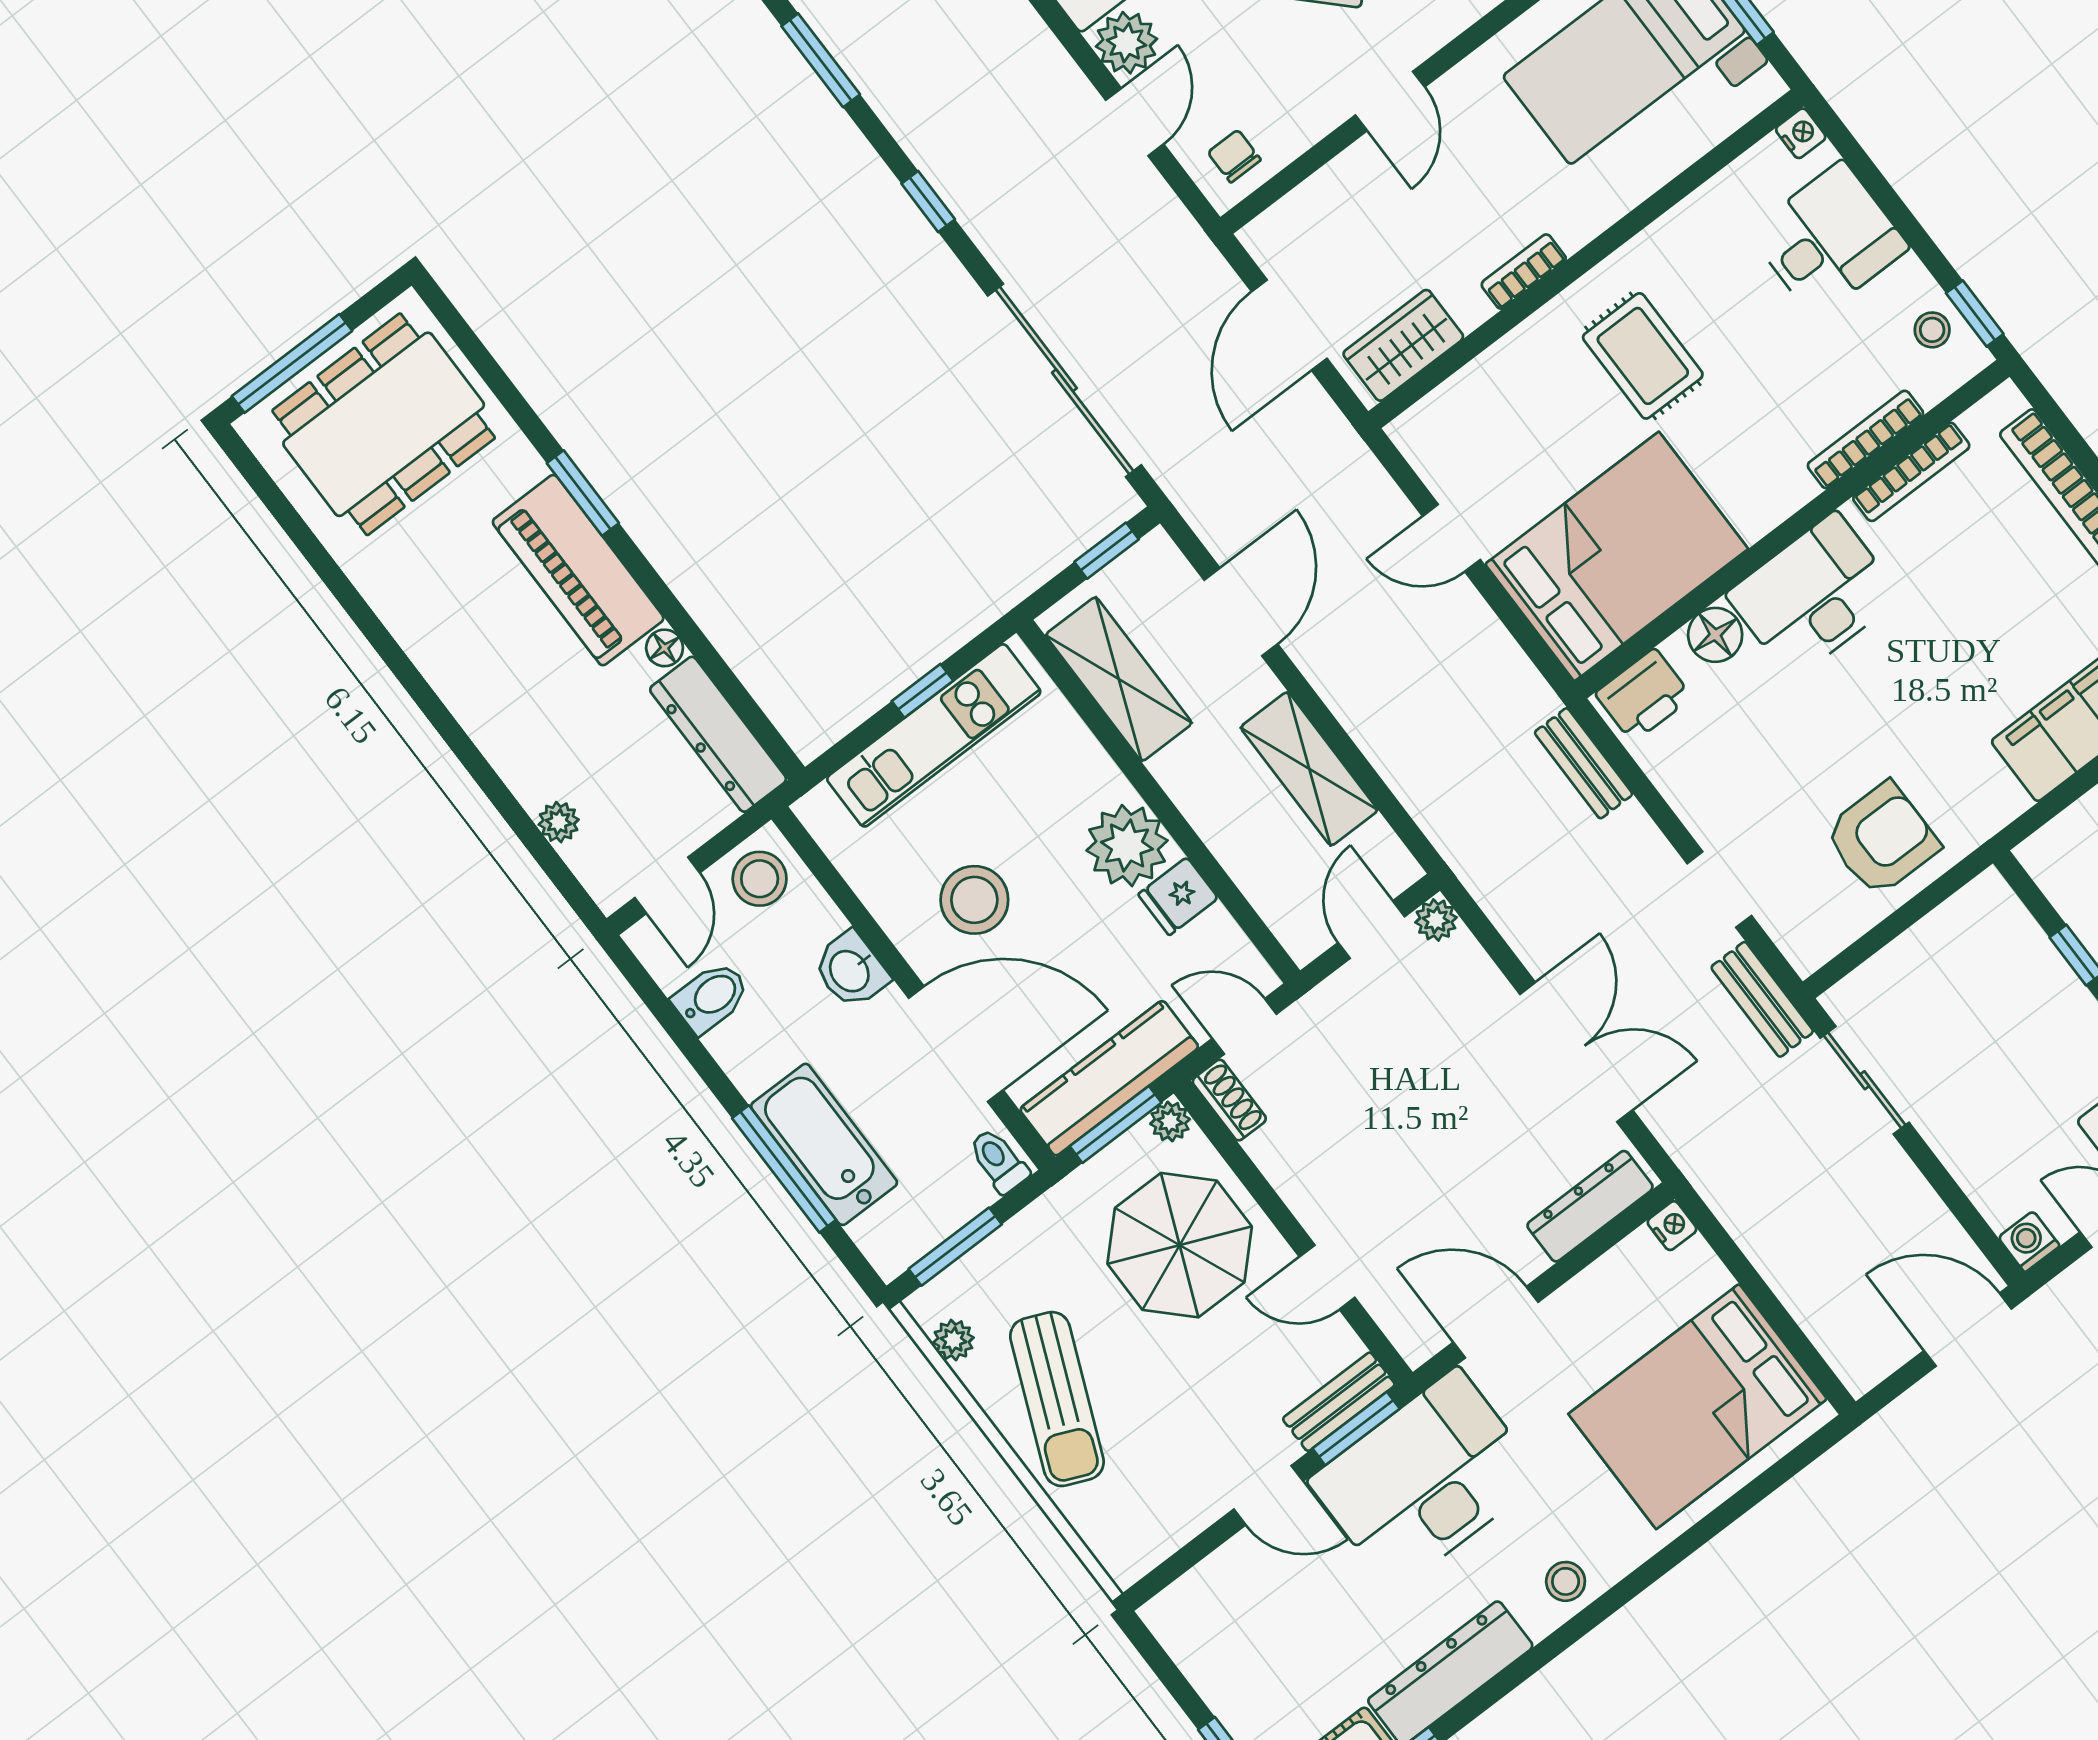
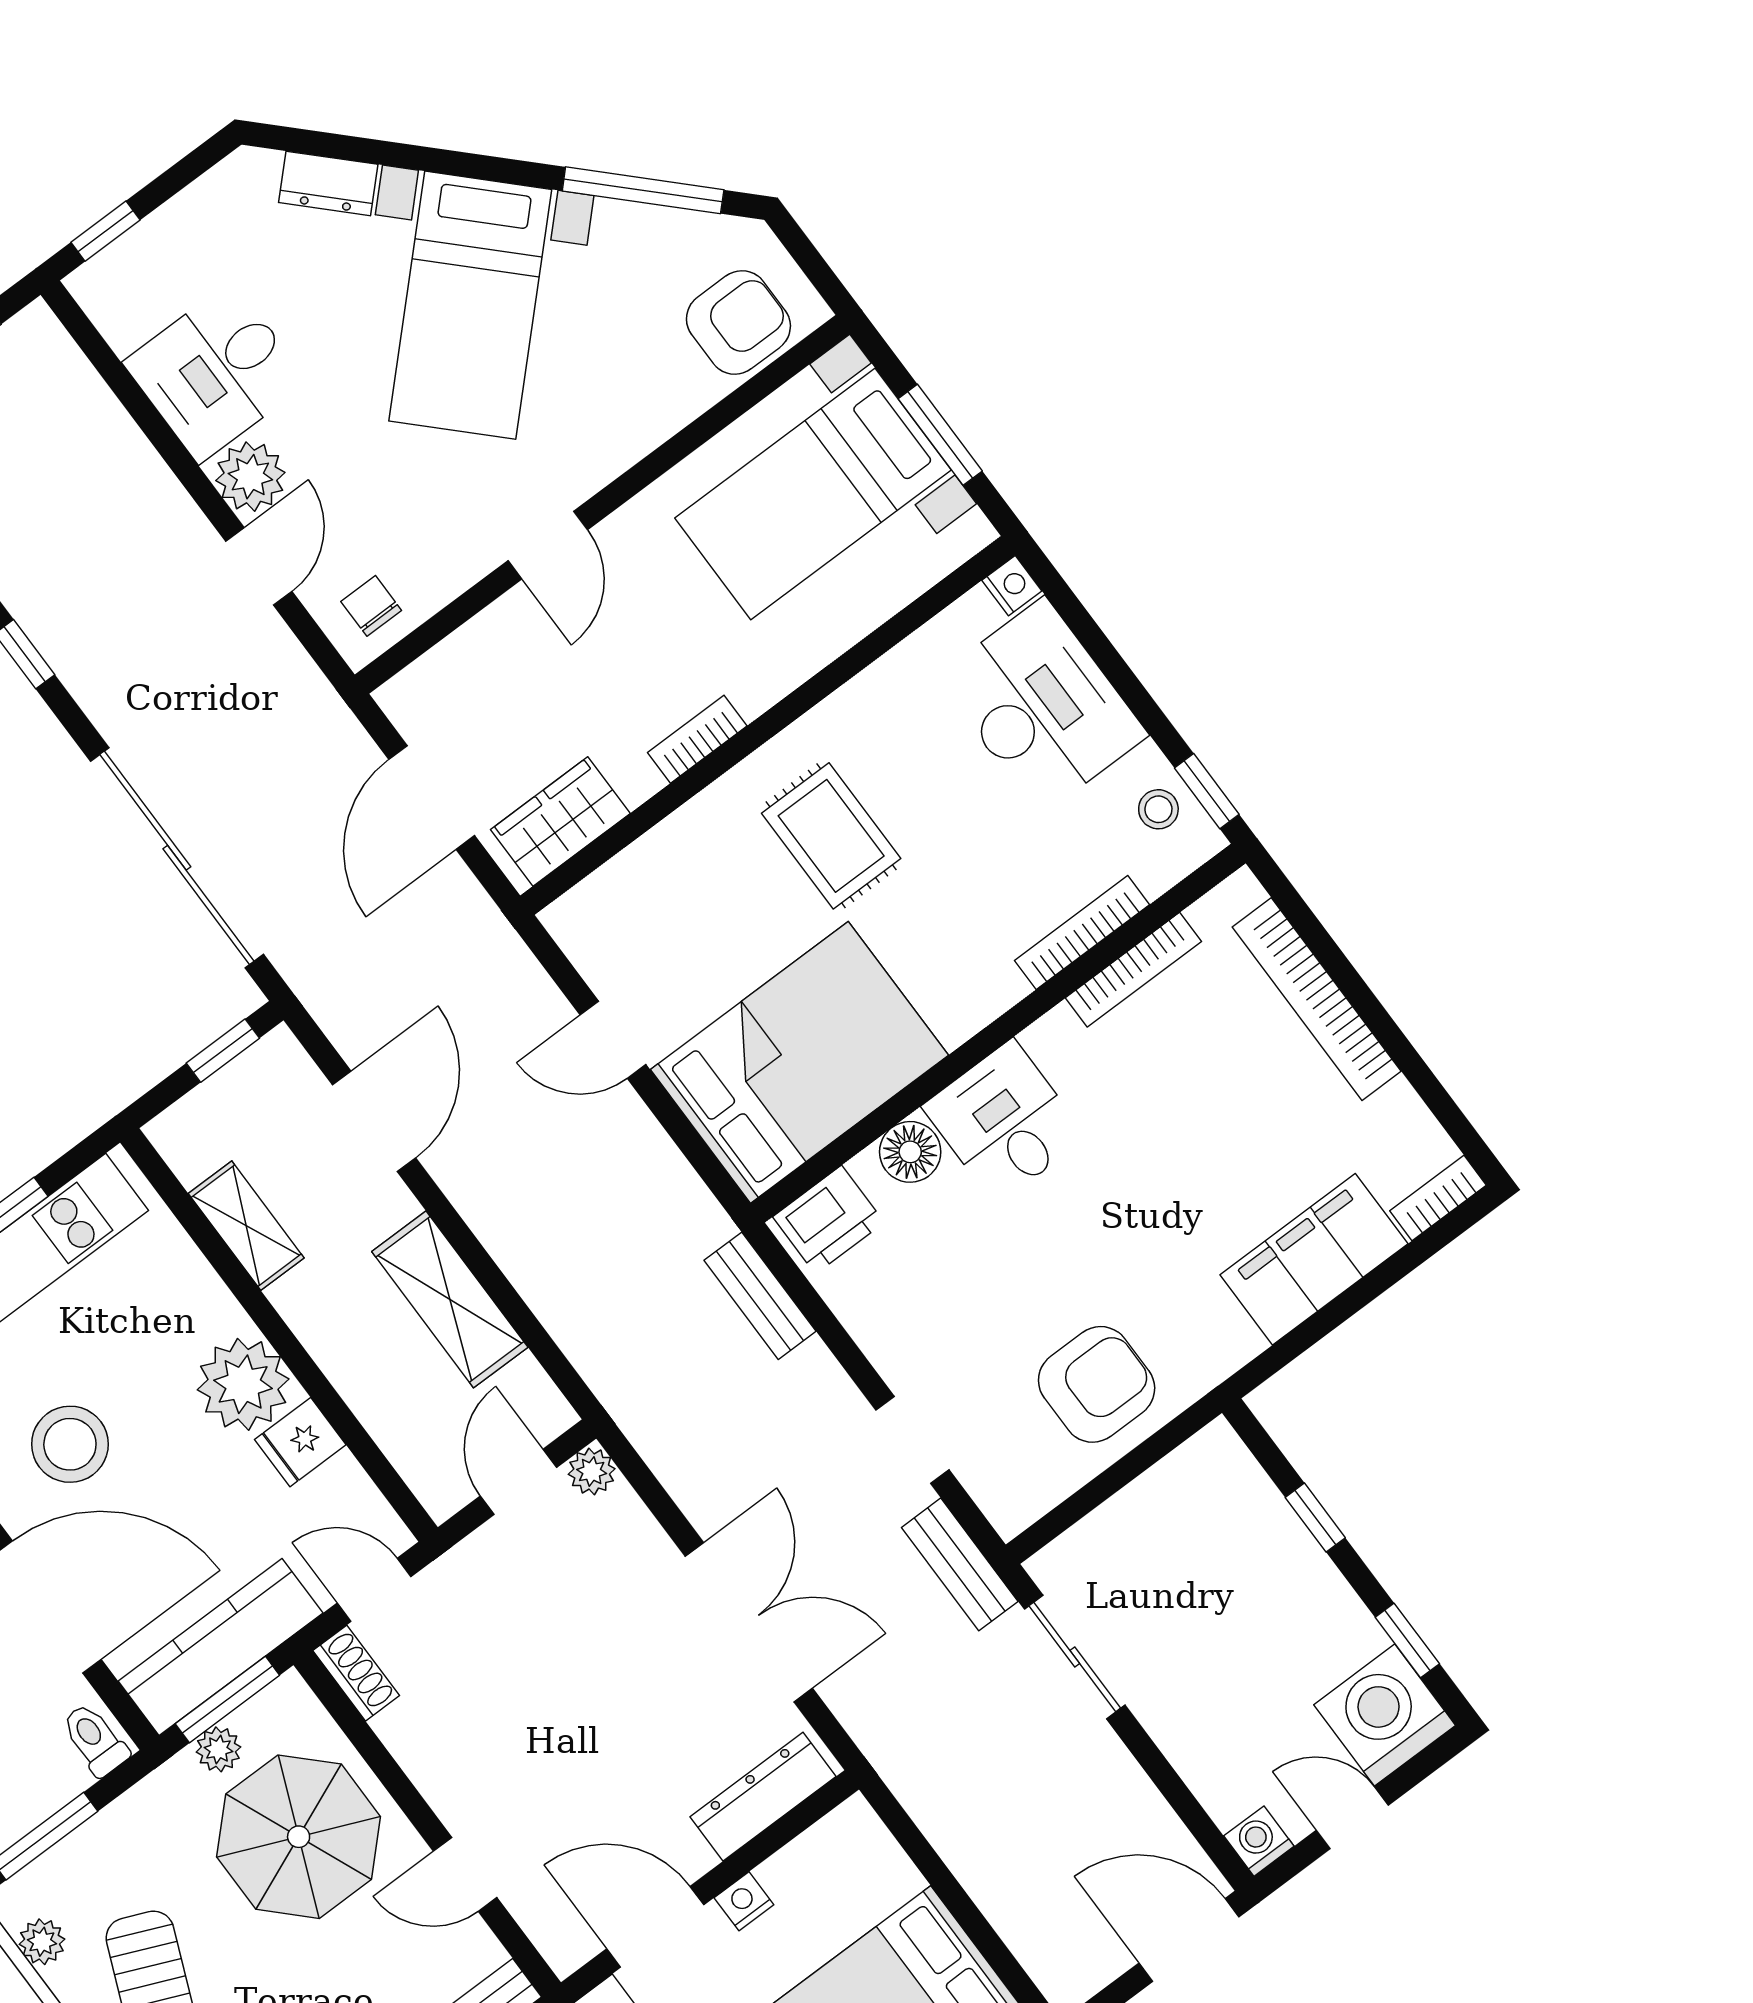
desk: (1829, 240) -> (1042, 706), width x1.37
desk: (1814, 596) -> (1004, 1122), width x0.73
shelving: (1119, 679) -> (246, 1226), width x0.67, depth x0.75
plant: (1170, 1121) -> (218, 1749), moved
nightstand: (1672, 1226) -> (744, 1901), moved, turned -90

